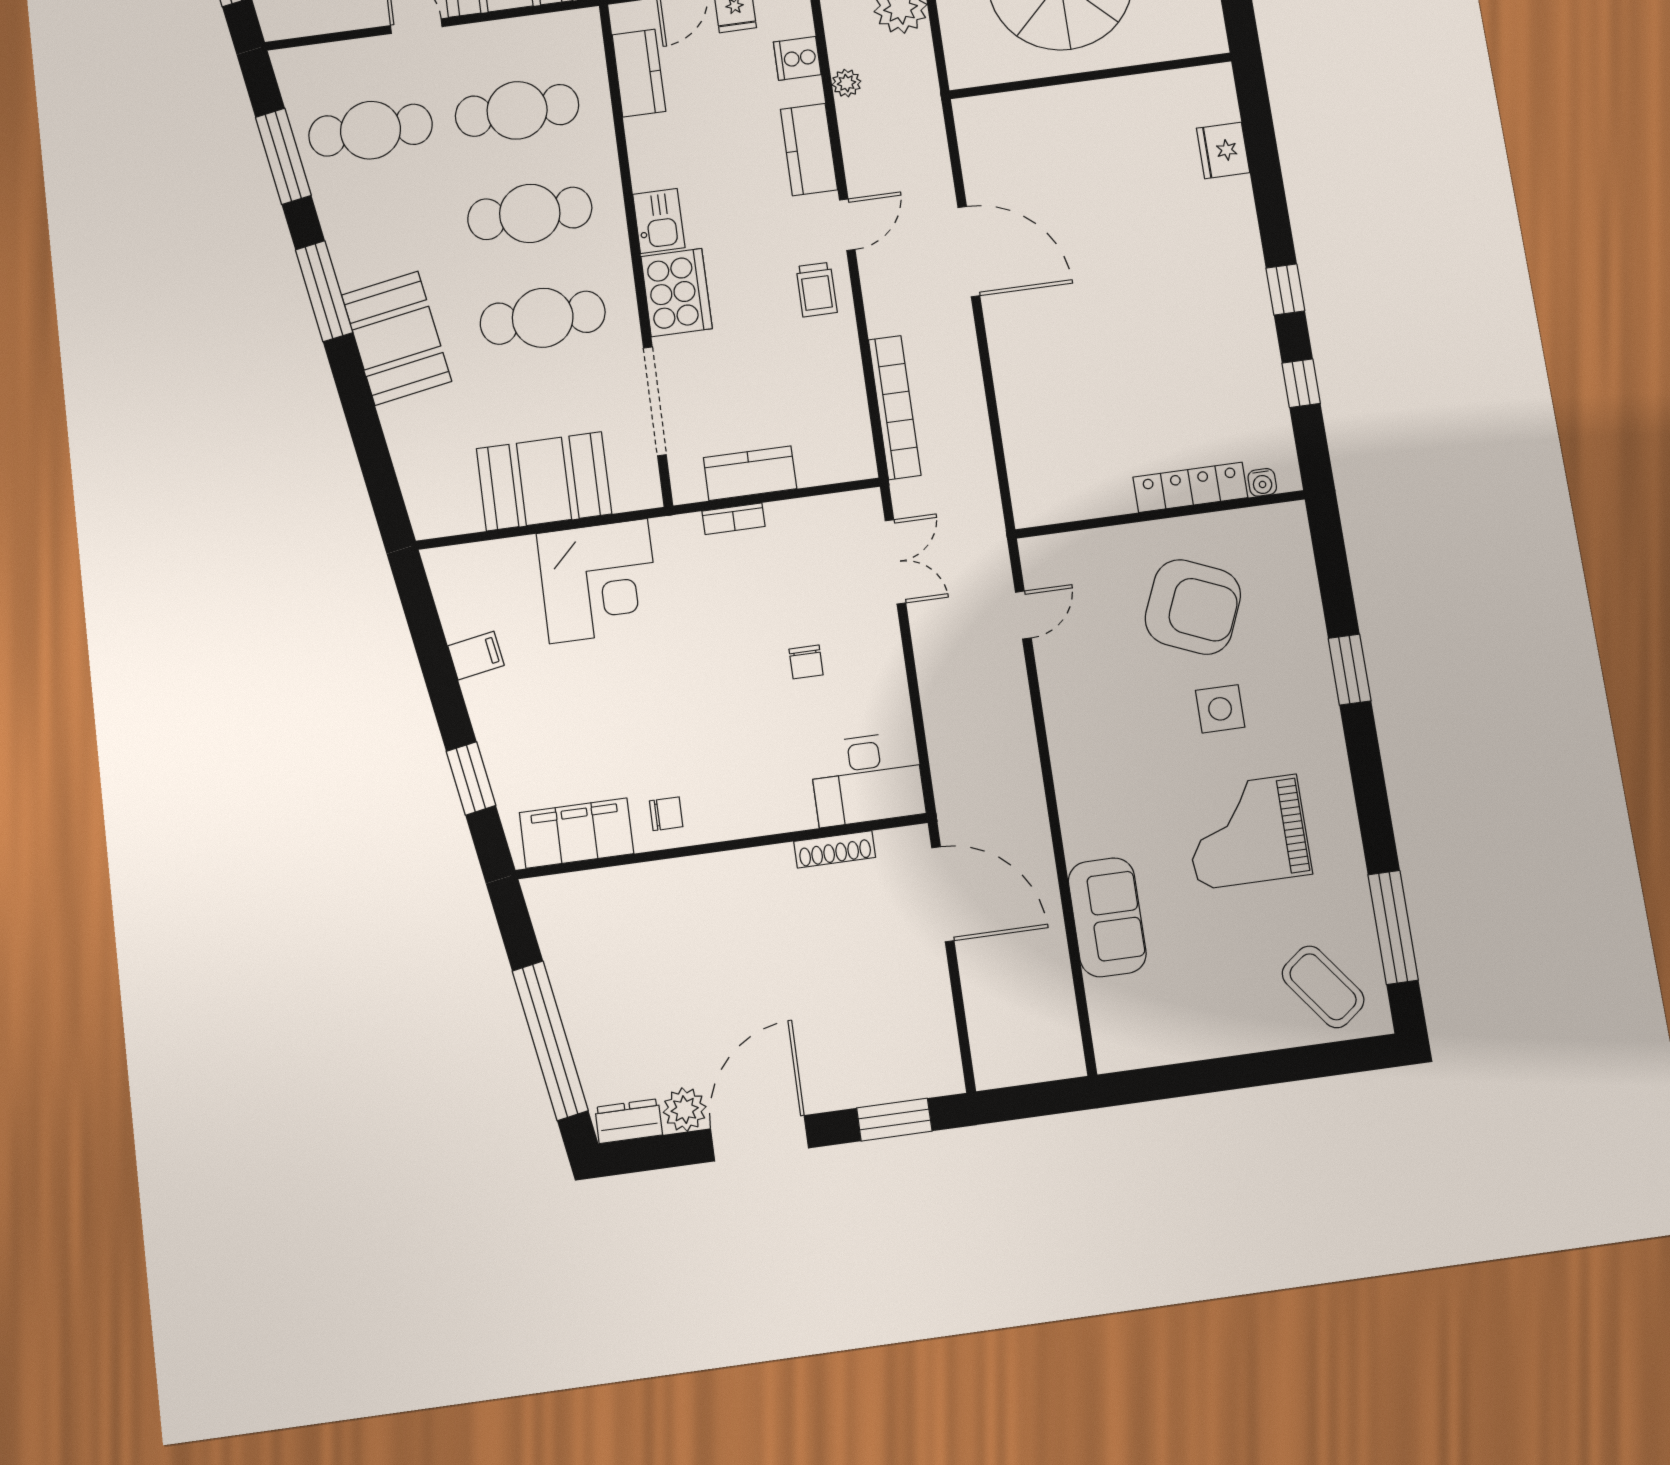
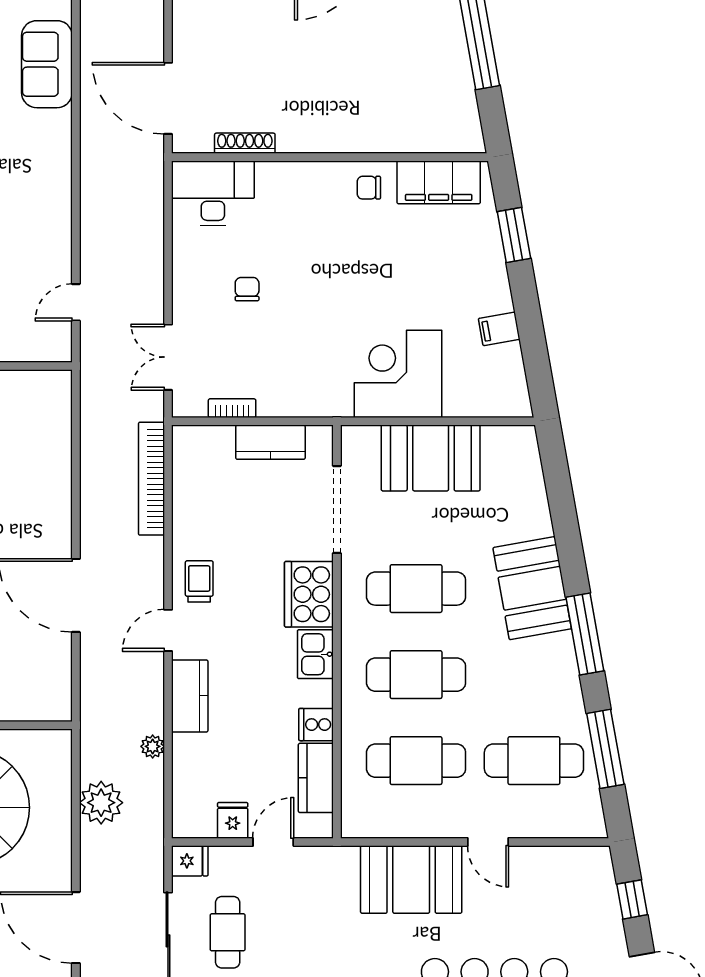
cooker: (797, 58) -> (316, 725), moved, turned 180
bookcase: (733, 519) -> (232, 408), moved

